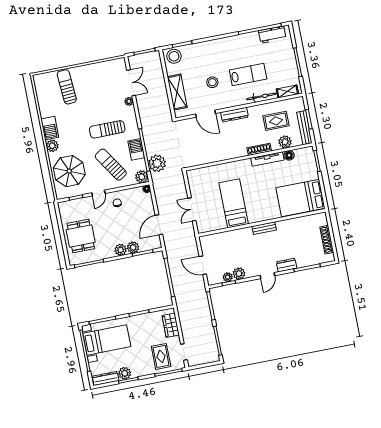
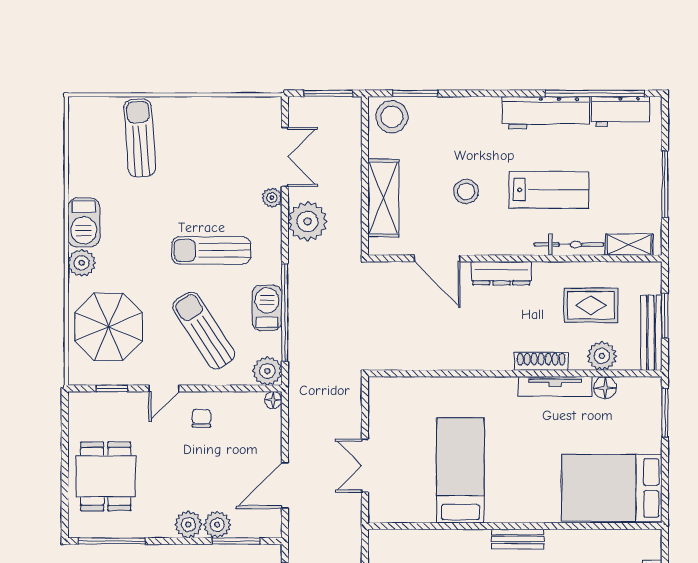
workbench: (240, 42) -> (546, 113), added
plant: (157, 163) -> (308, 221), moved

